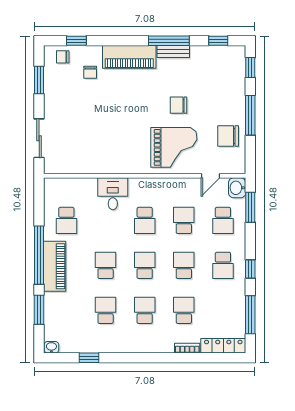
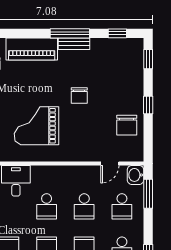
chair: (179, 105) -> (79, 95), turned -90
window: (250, 115) -> (148, 105), width x0.46
chair: (228, 136) -> (127, 125), turned -90
grand piano: (174, 147) -> (36, 126), moved, turned 180
school desk: (184, 220) -> (84, 206), turned 180

